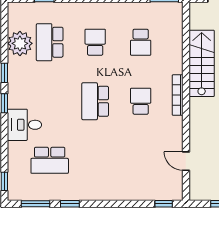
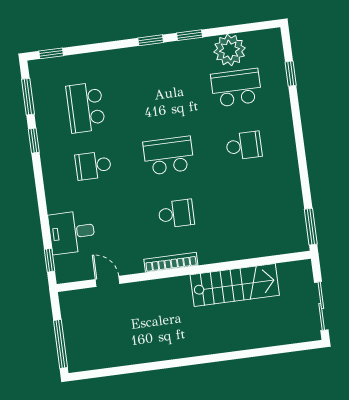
school desk: (141, 42) -> (93, 166), moved
bookcase: (178, 95) -> (171, 262), moved
desk: (24, 125) -> (72, 232), moved, turned -90
door: (186, 161) -> (107, 281), hinge flipped

